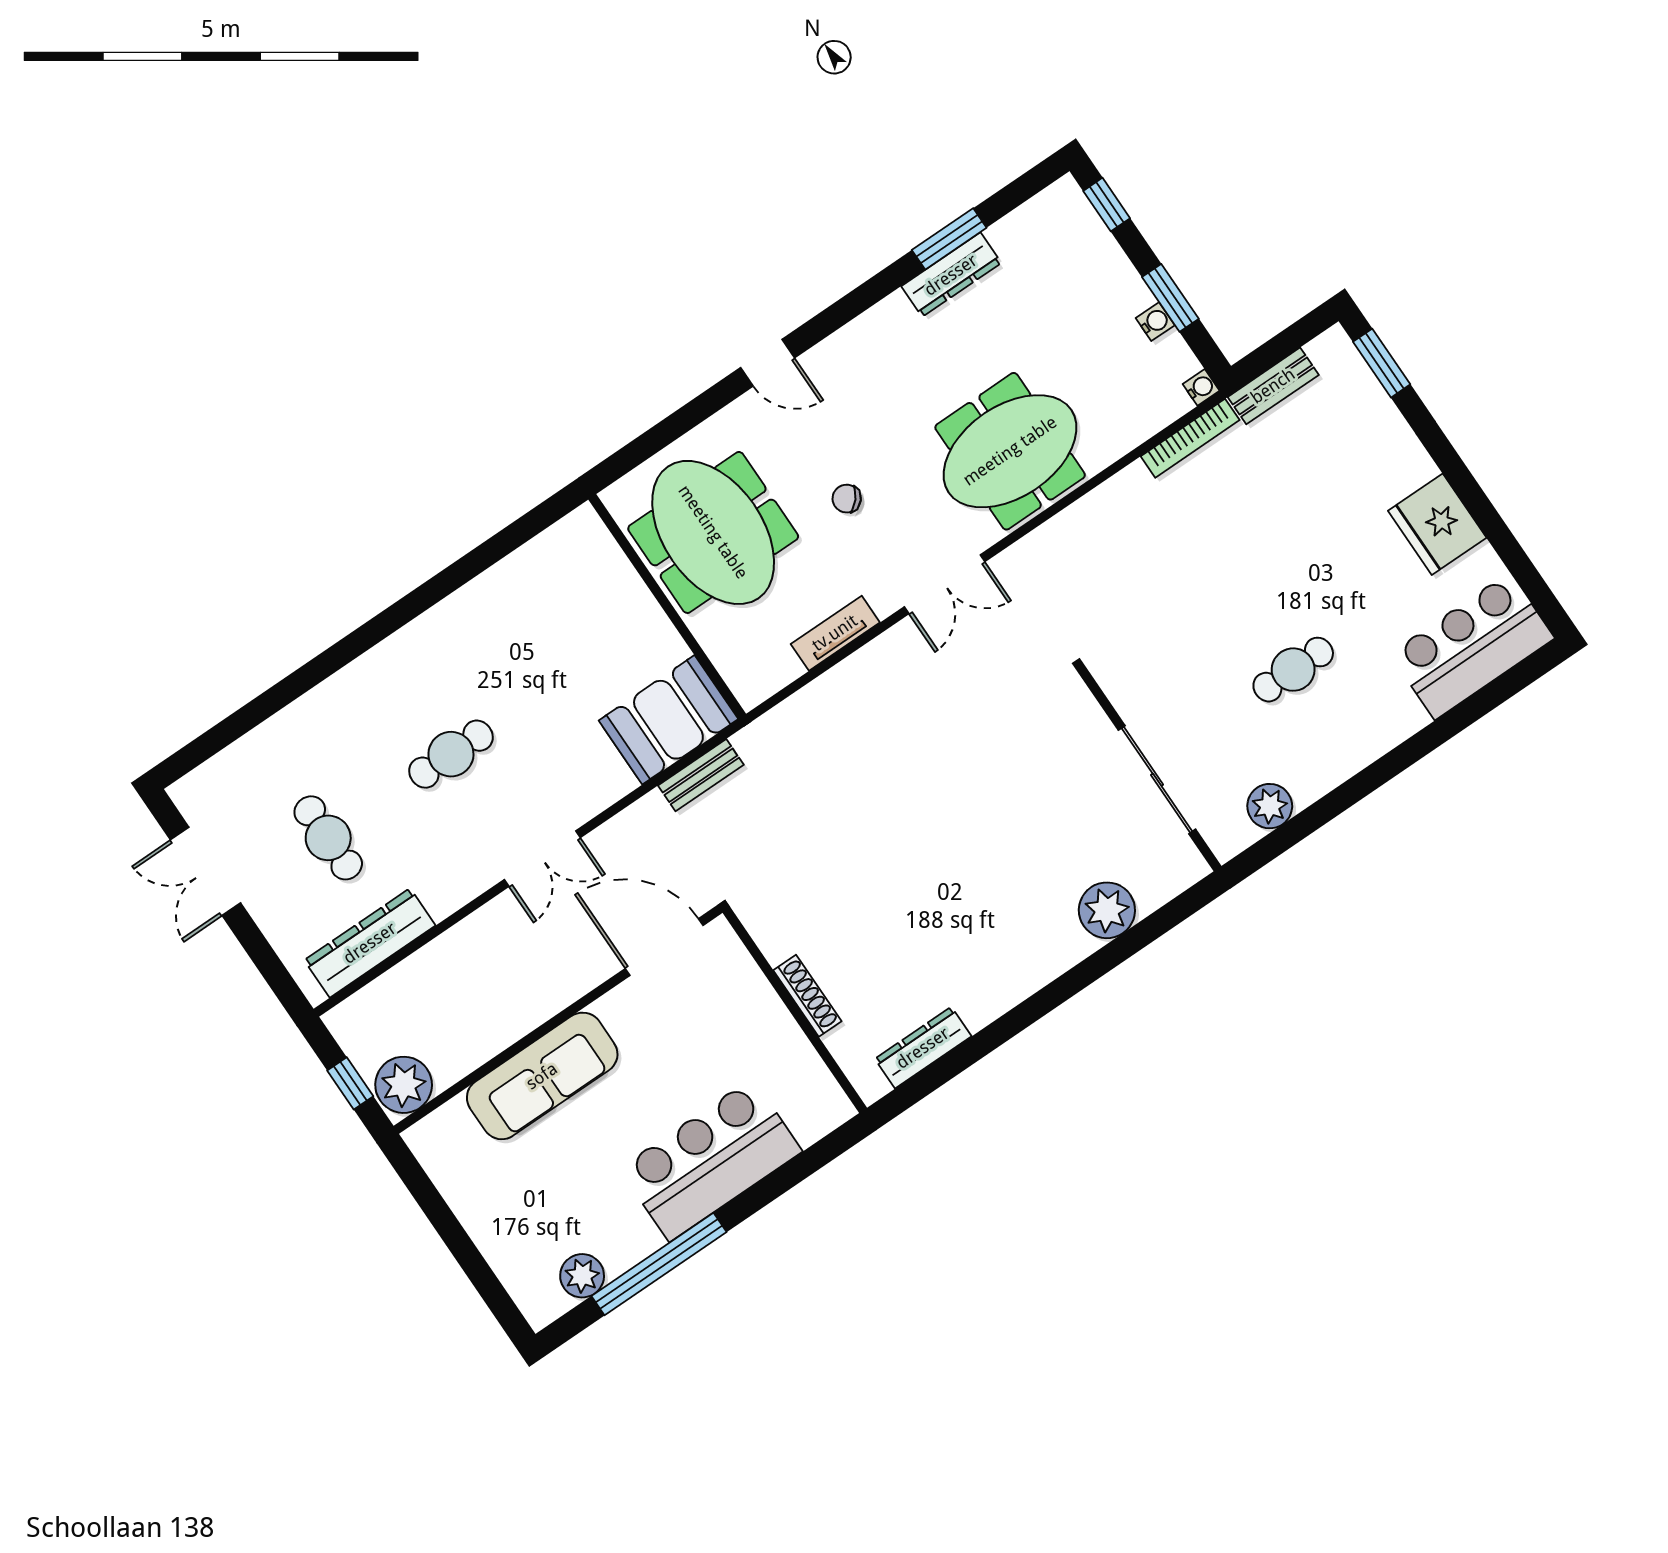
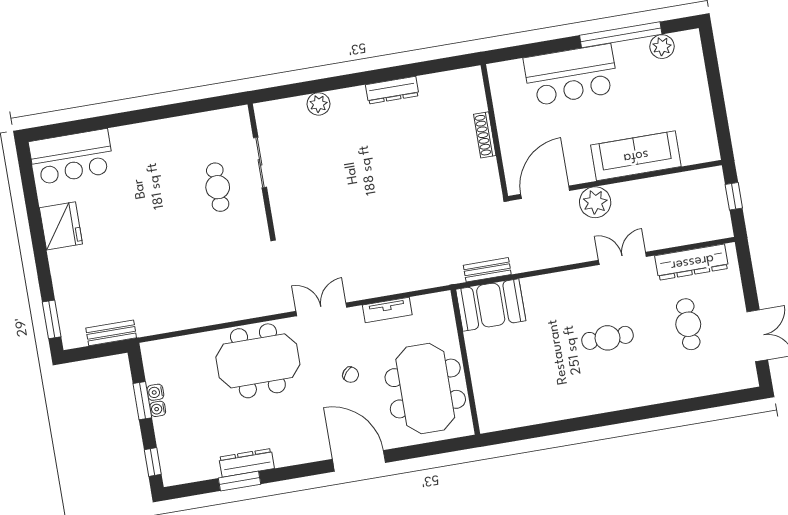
door: (768, 363) -> (359, 461), width x1.87
water cooler: (1201, 387) -> (158, 409), moved
bookcase: (1190, 438) -> (165, 326), removed
cafe table: (1293, 670) -> (218, 187), moved, turned 90
sliding door: (1157, 780) -> (260, 162), width x0.73
plant: (1270, 806) -> (210, 123), removed
double door: (542, 859) -> (622, 258), moved
plant: (1107, 910) -> (318, 104), width x0.73, depth x0.73
door: (664, 947) -> (545, 192), swing flipped
dresser: (923, 1048) -> (392, 90), moved
plant: (404, 1085) -> (595, 202), moved

